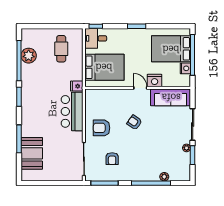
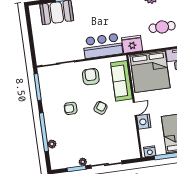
bed: (104, 67) -> (150, 71), width x1.36
nightstand: (185, 68) -> (150, 151), moved
fridge: (77, 86) -> (132, 44), width x1.88, depth x1.34
sofa: (171, 97) -> (121, 81), moved
armchair: (112, 159) -> (71, 108), moved

